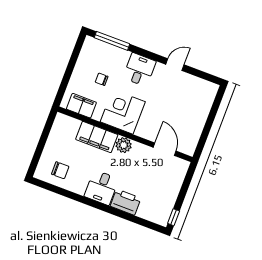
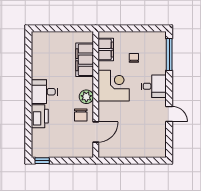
filing cabinet: (97, 137) -> (85, 60), moved
chair: (60, 170) -> (81, 115), moved

